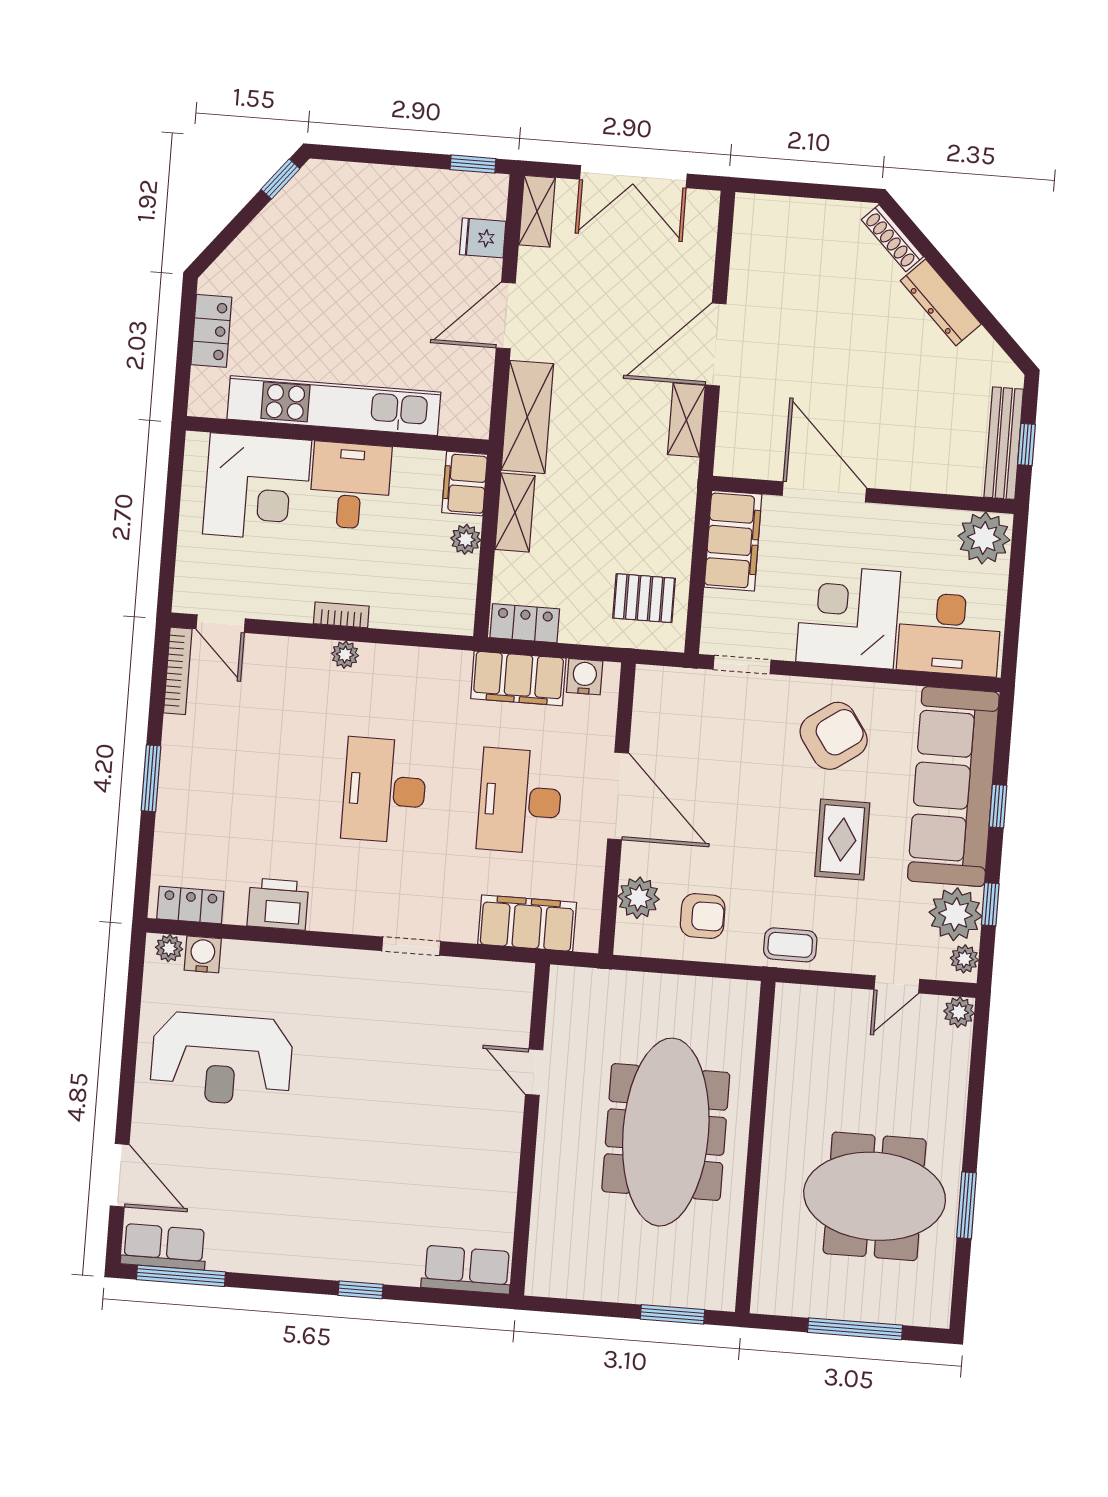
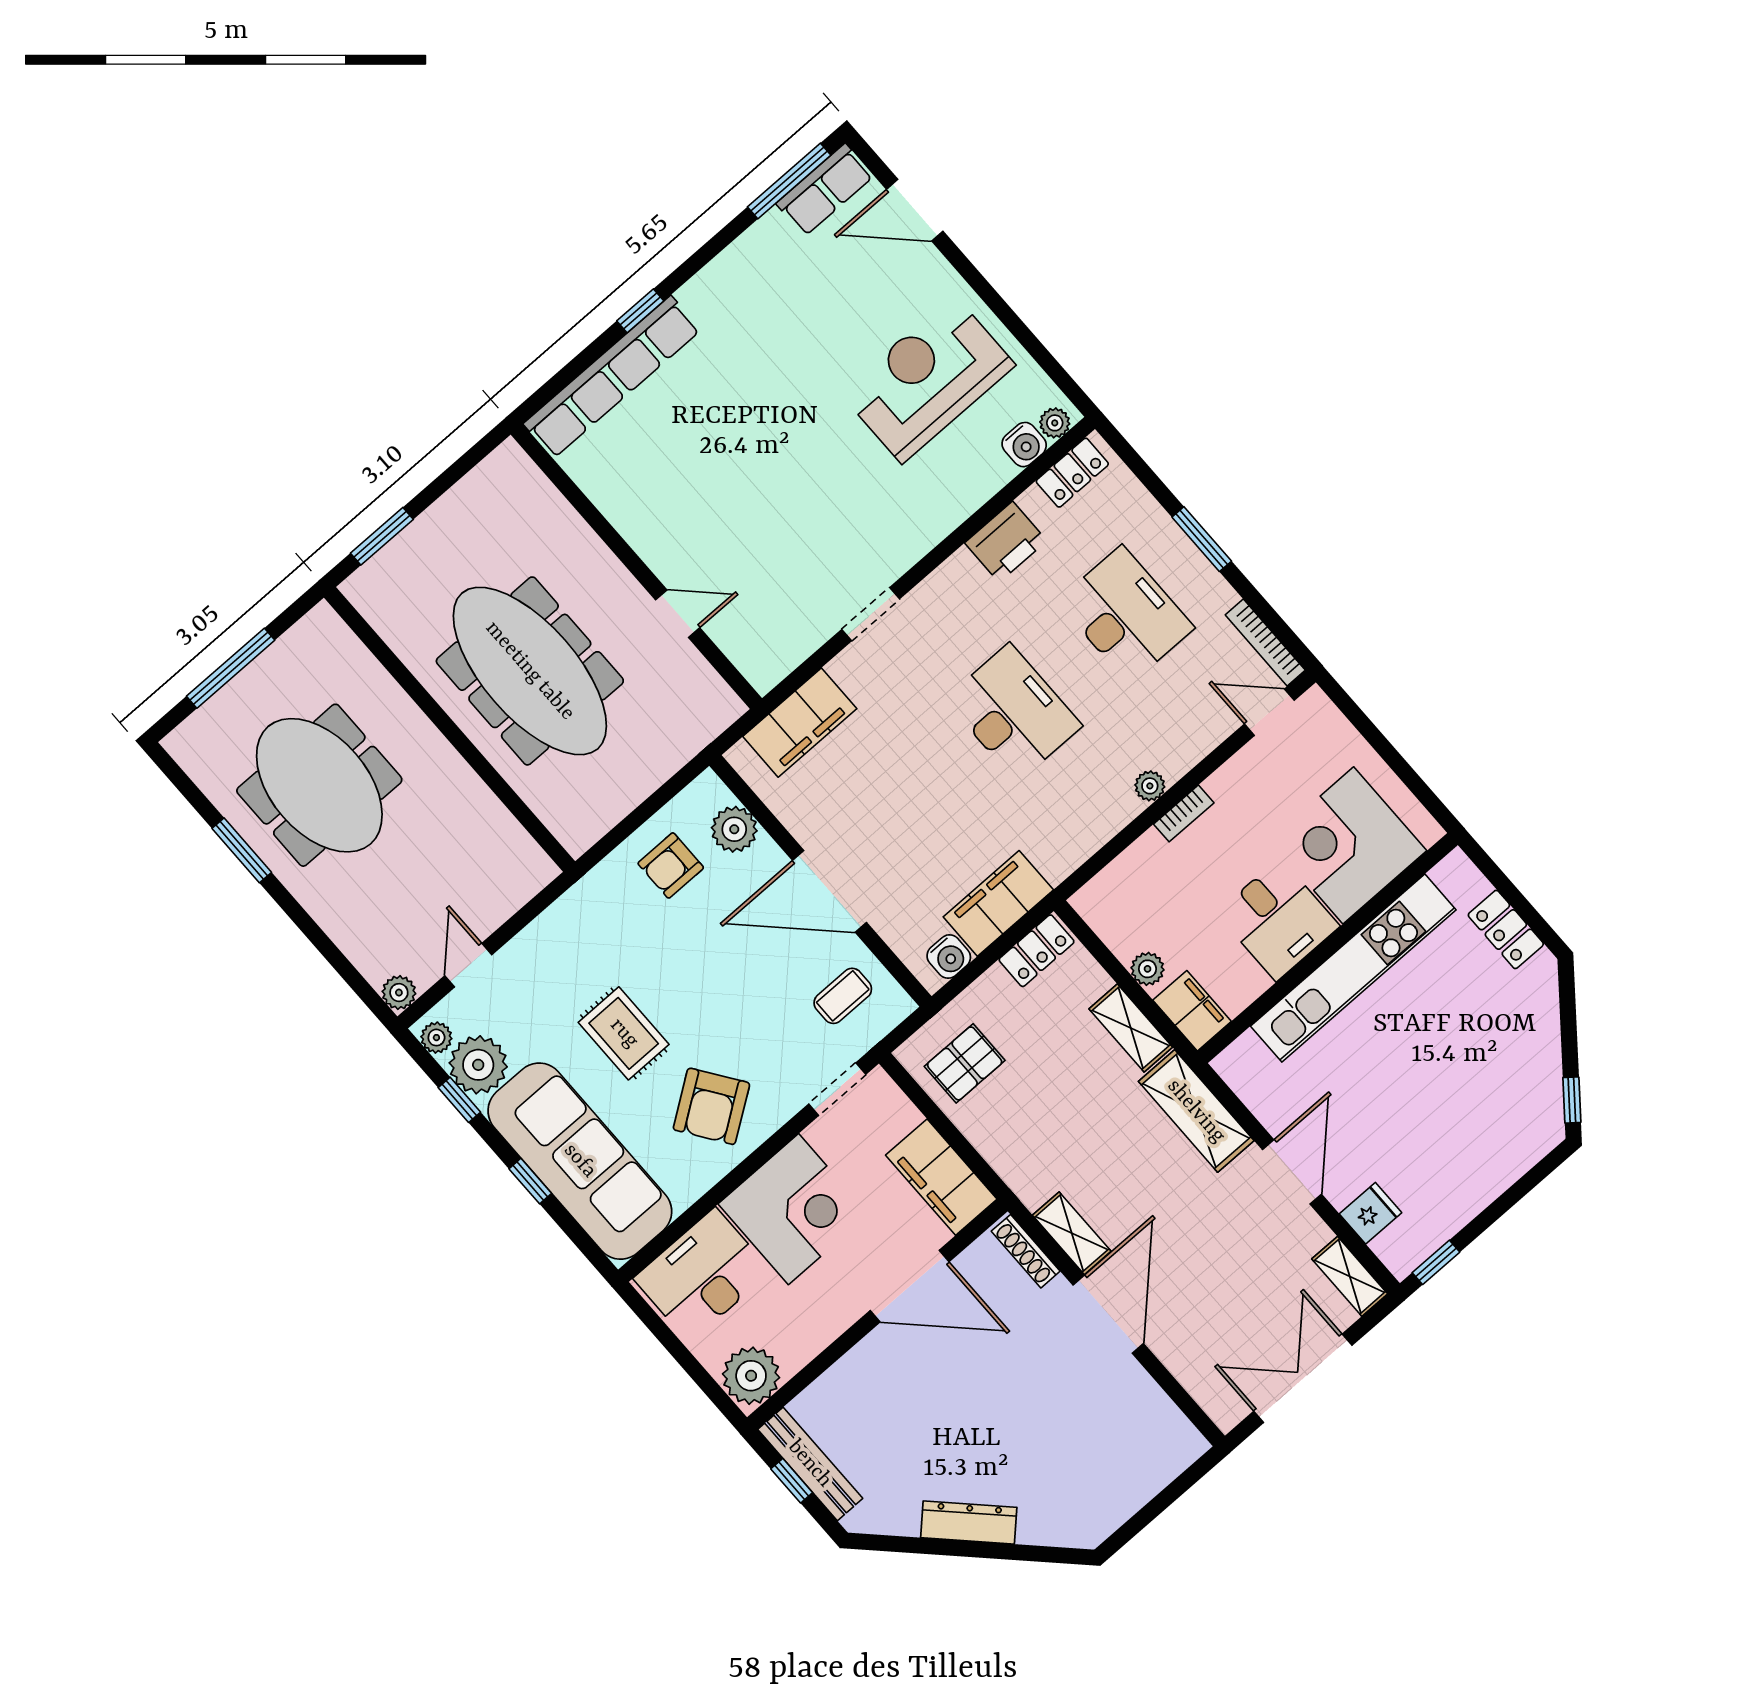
shoe rack: (892, 238) -> (1026, 1251), moved, turned -135
desk: (520, 801) -> (1126, 615), moved
coffee table: (790, 945) -> (843, 996), moved
meeting table: (875, 1196) -> (319, 785), turned 90
row of seats: (467, 1270) -> (612, 377), width x2.02

